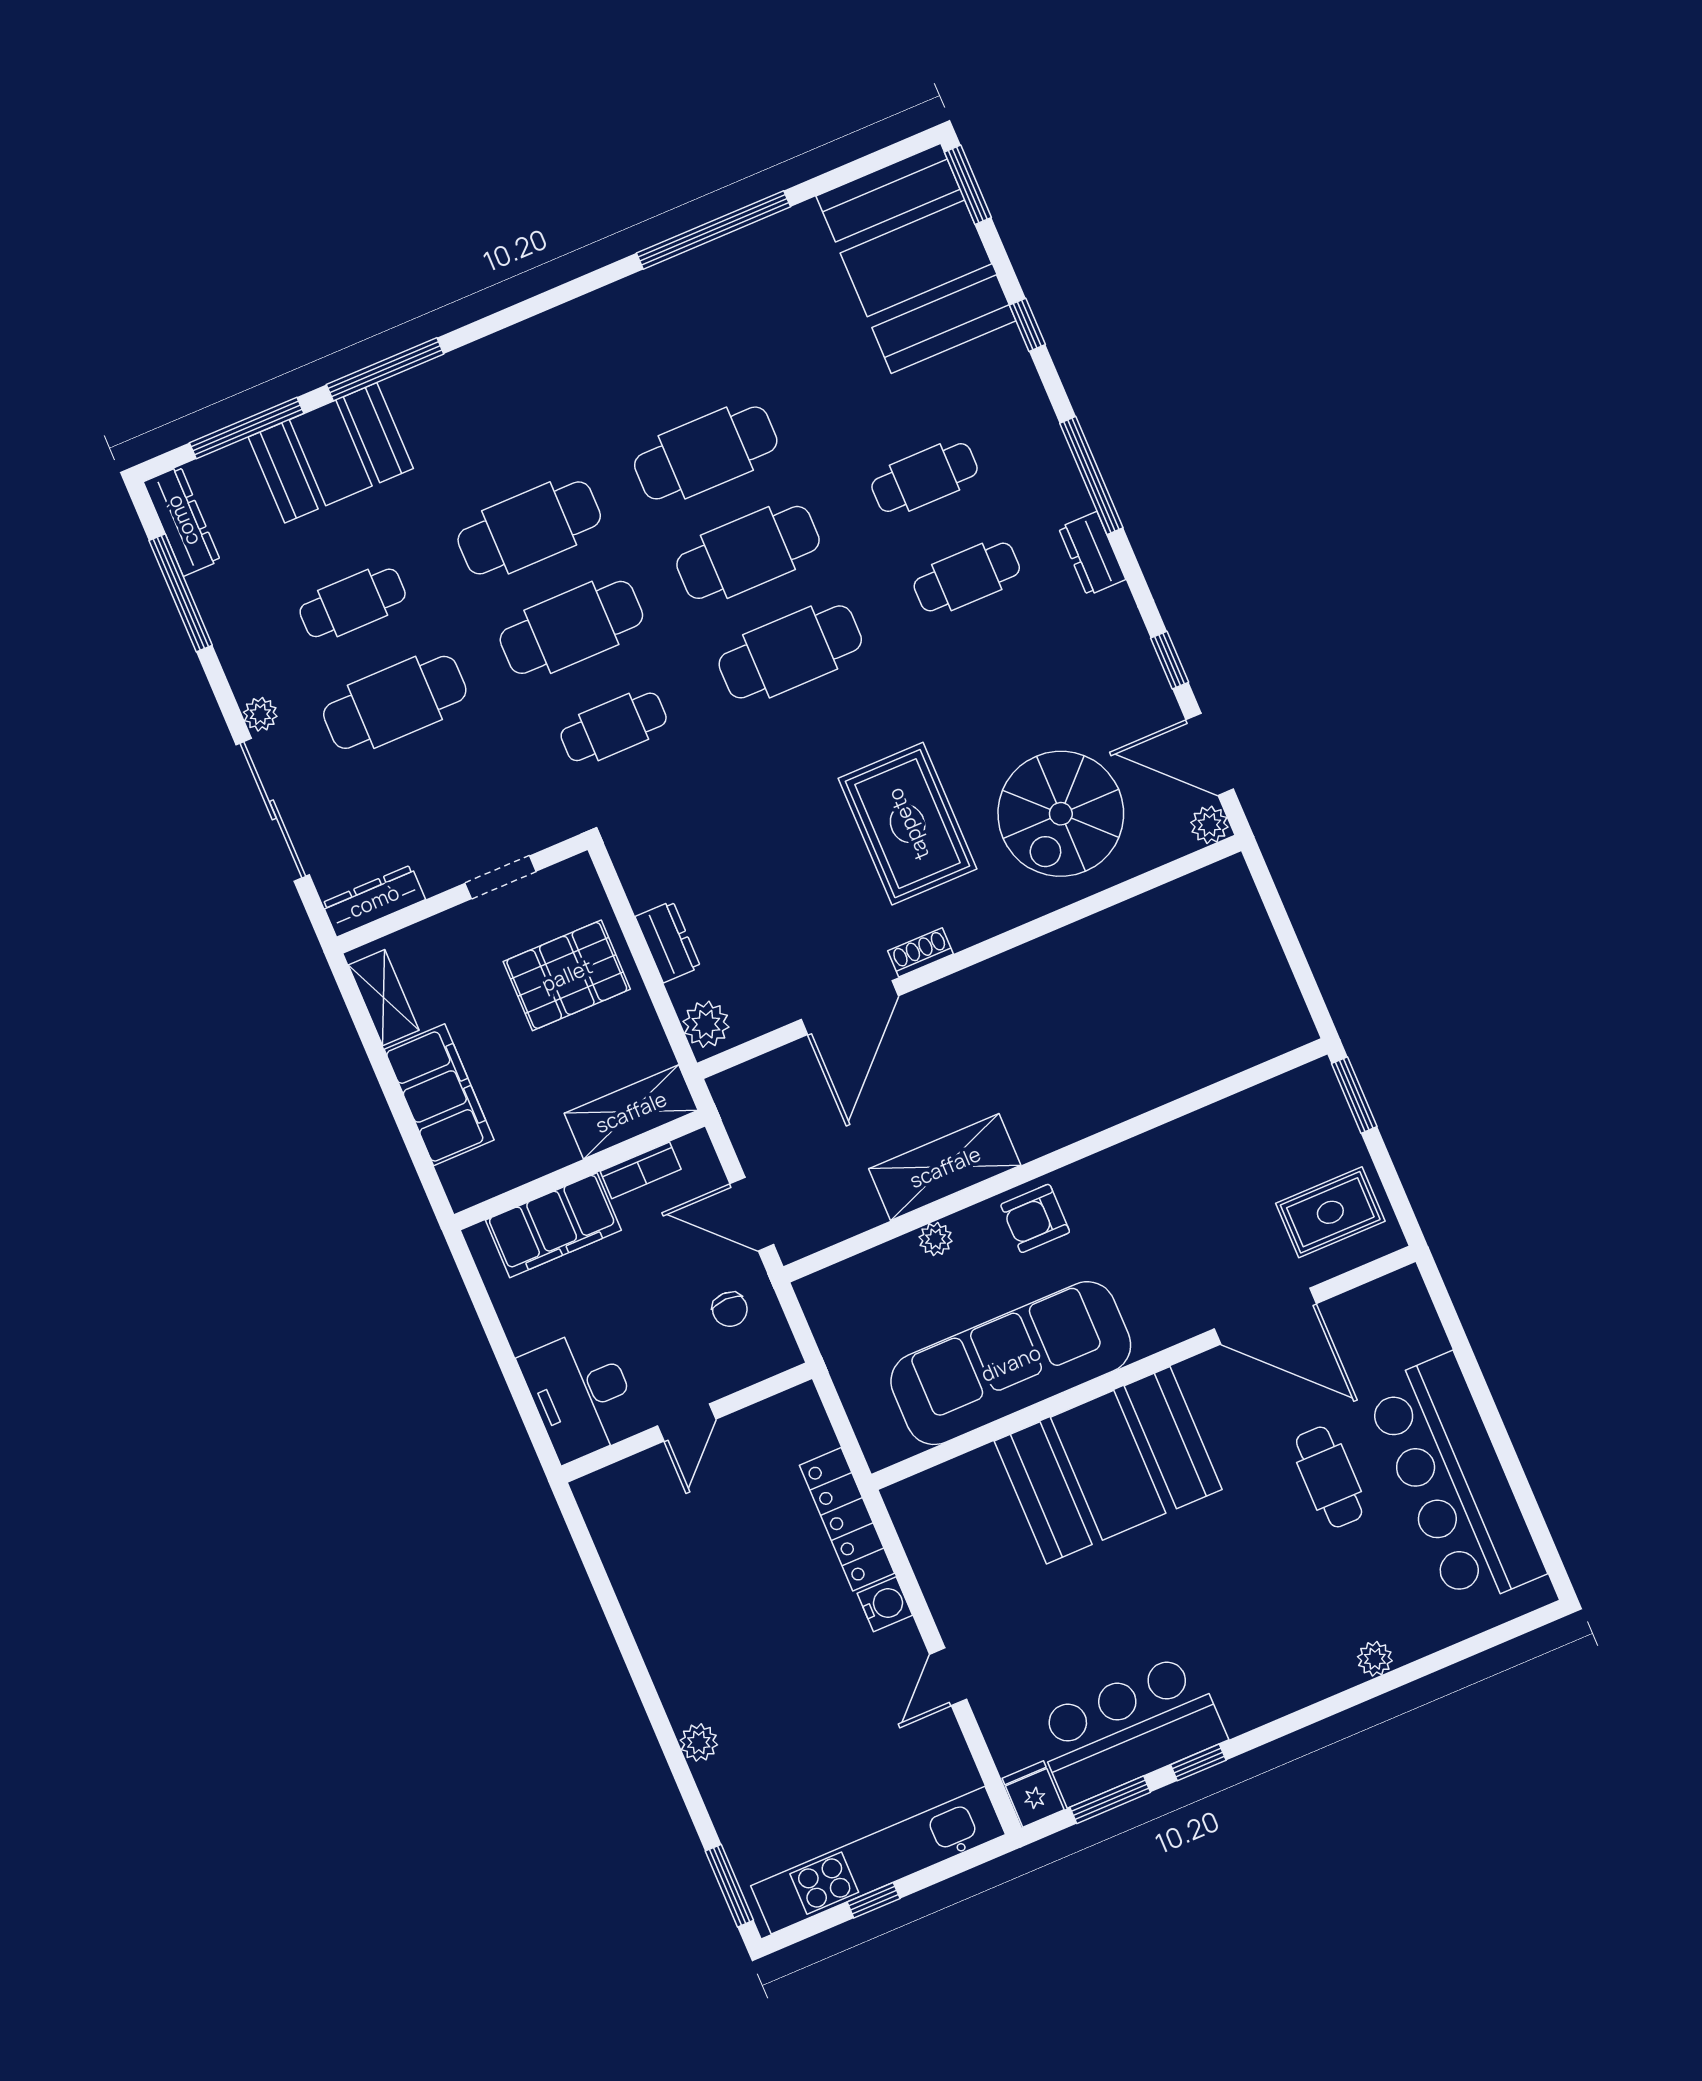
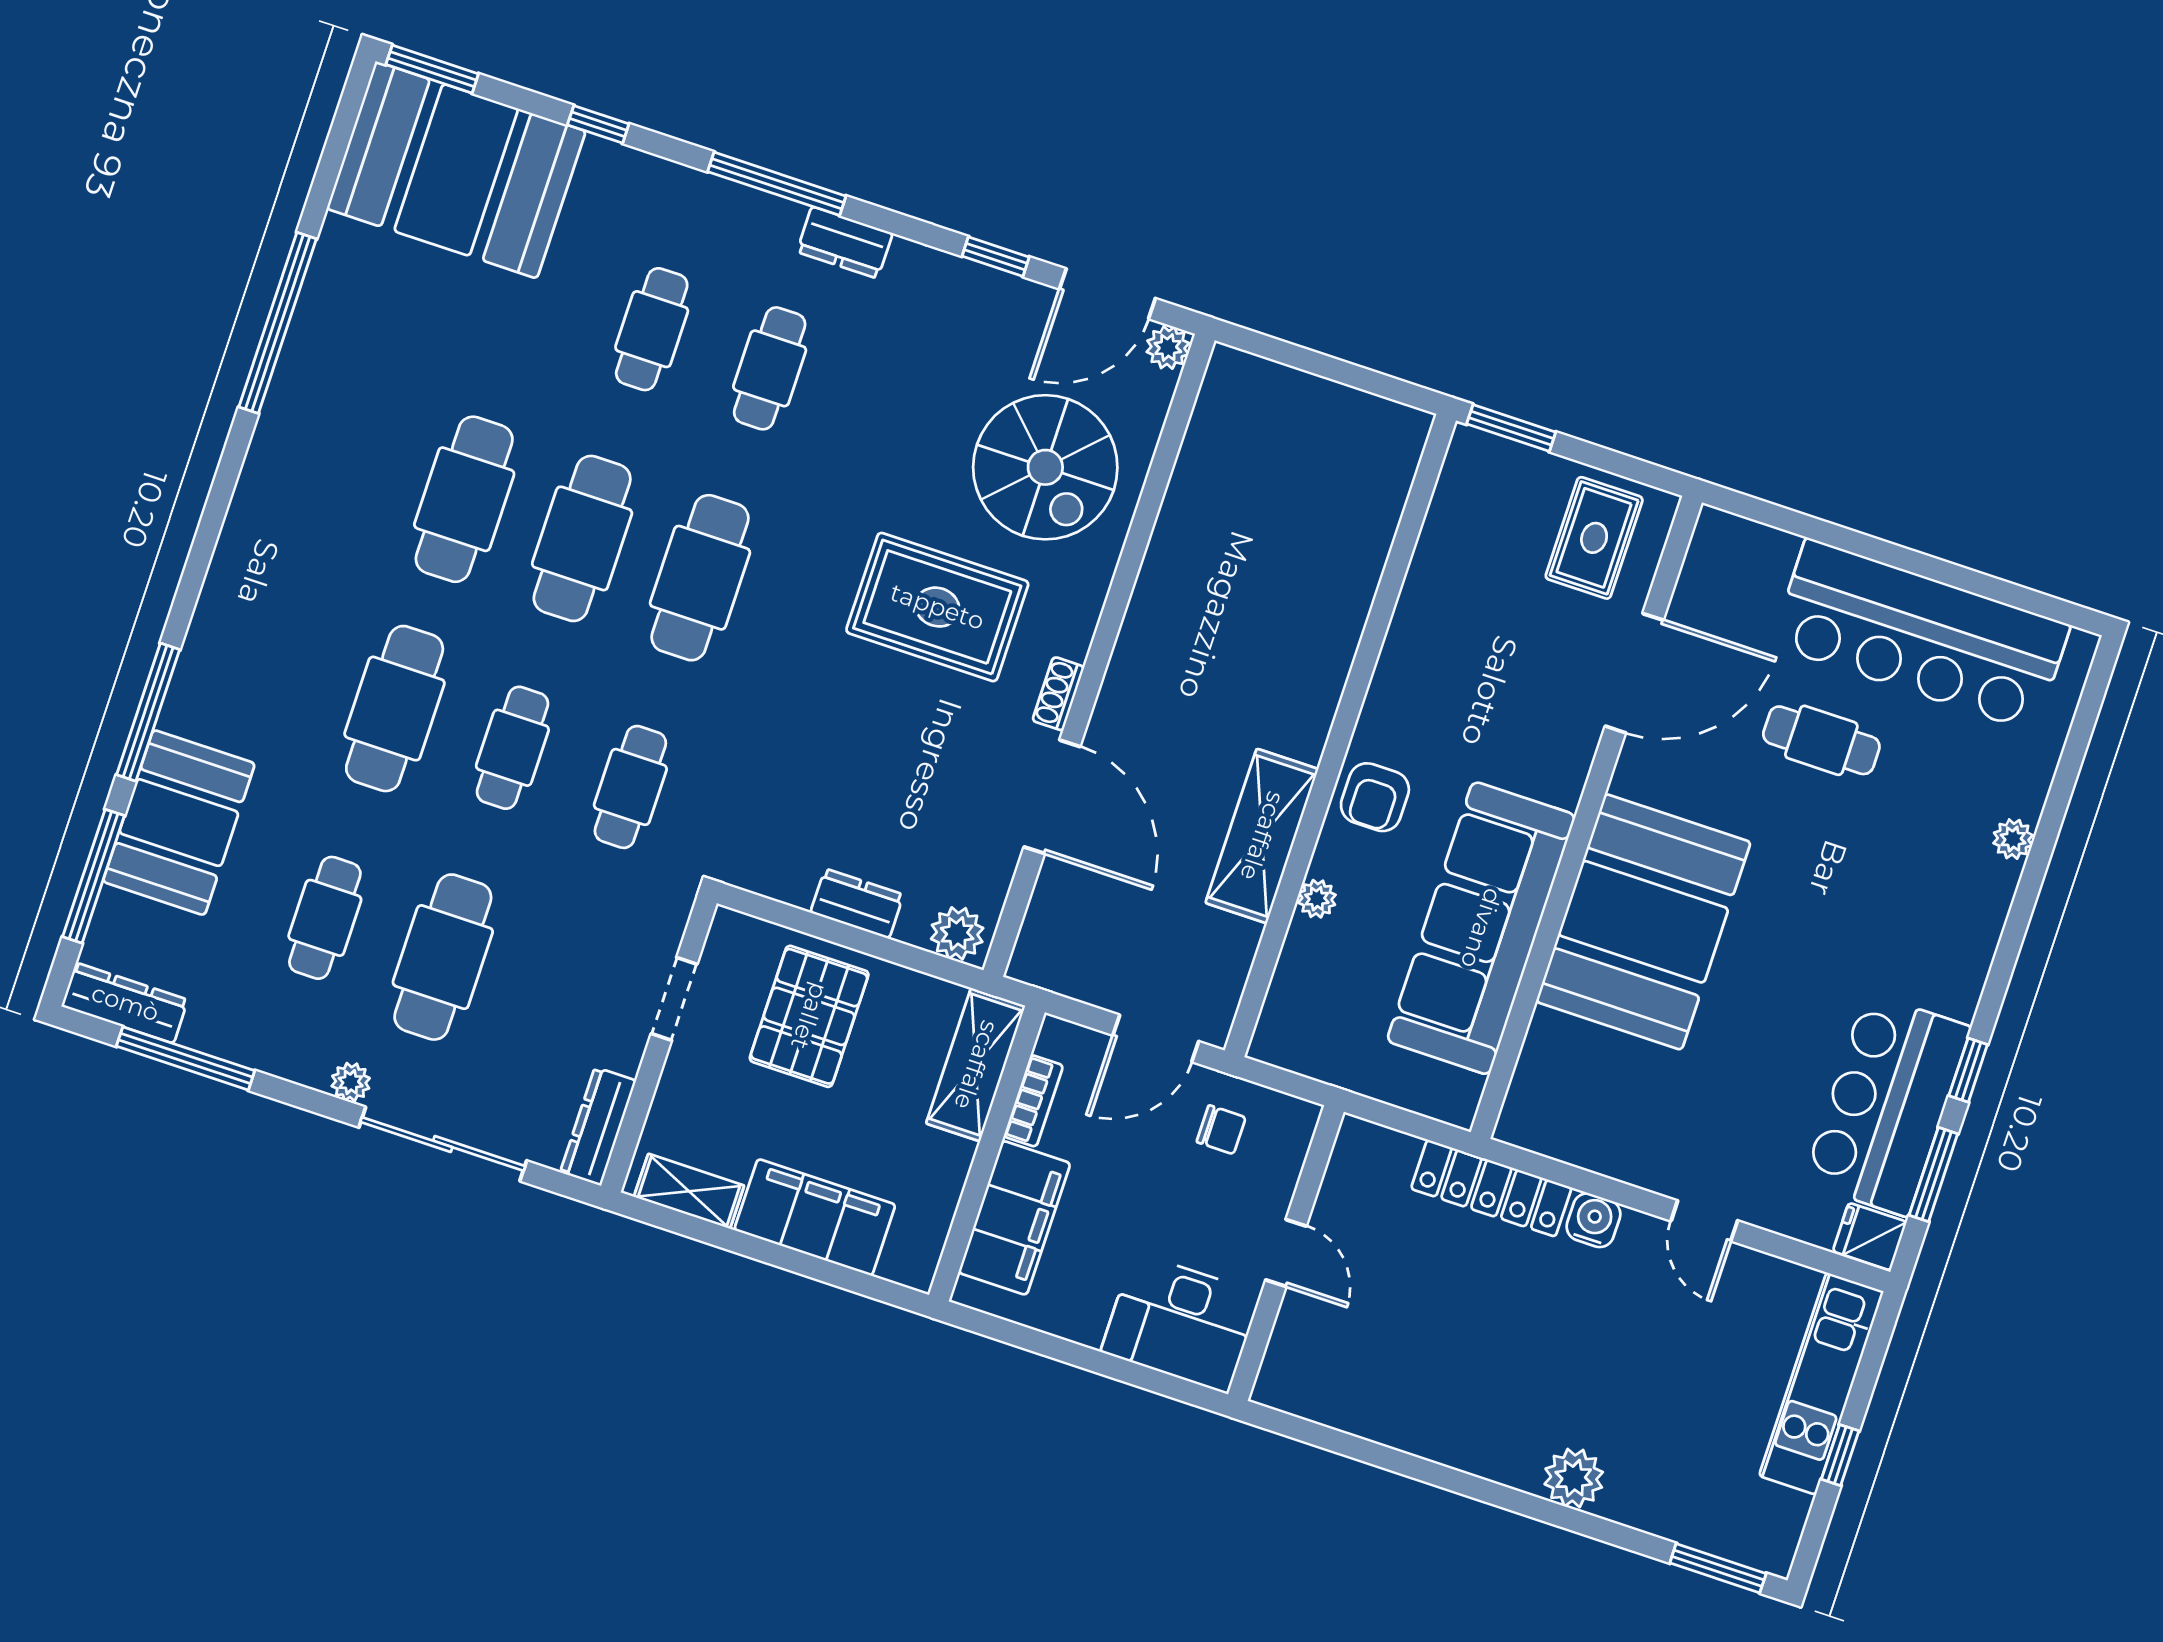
cafe table: (571, 627) -> (512, 748), width x0.73, depth x0.74
plant: (699, 1742) -> (1574, 1478), width x1.38, depth x1.38
kitchen unit: (878, 1860) -> (1821, 1384), width x0.73

